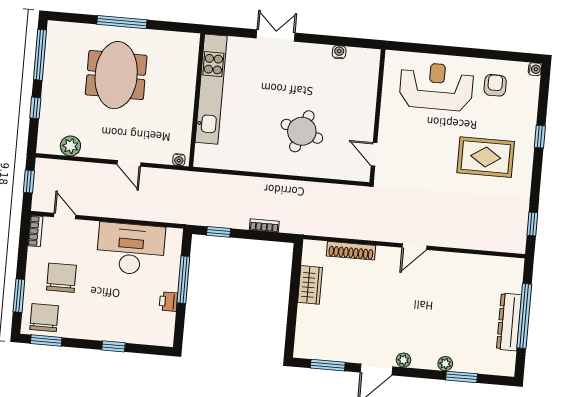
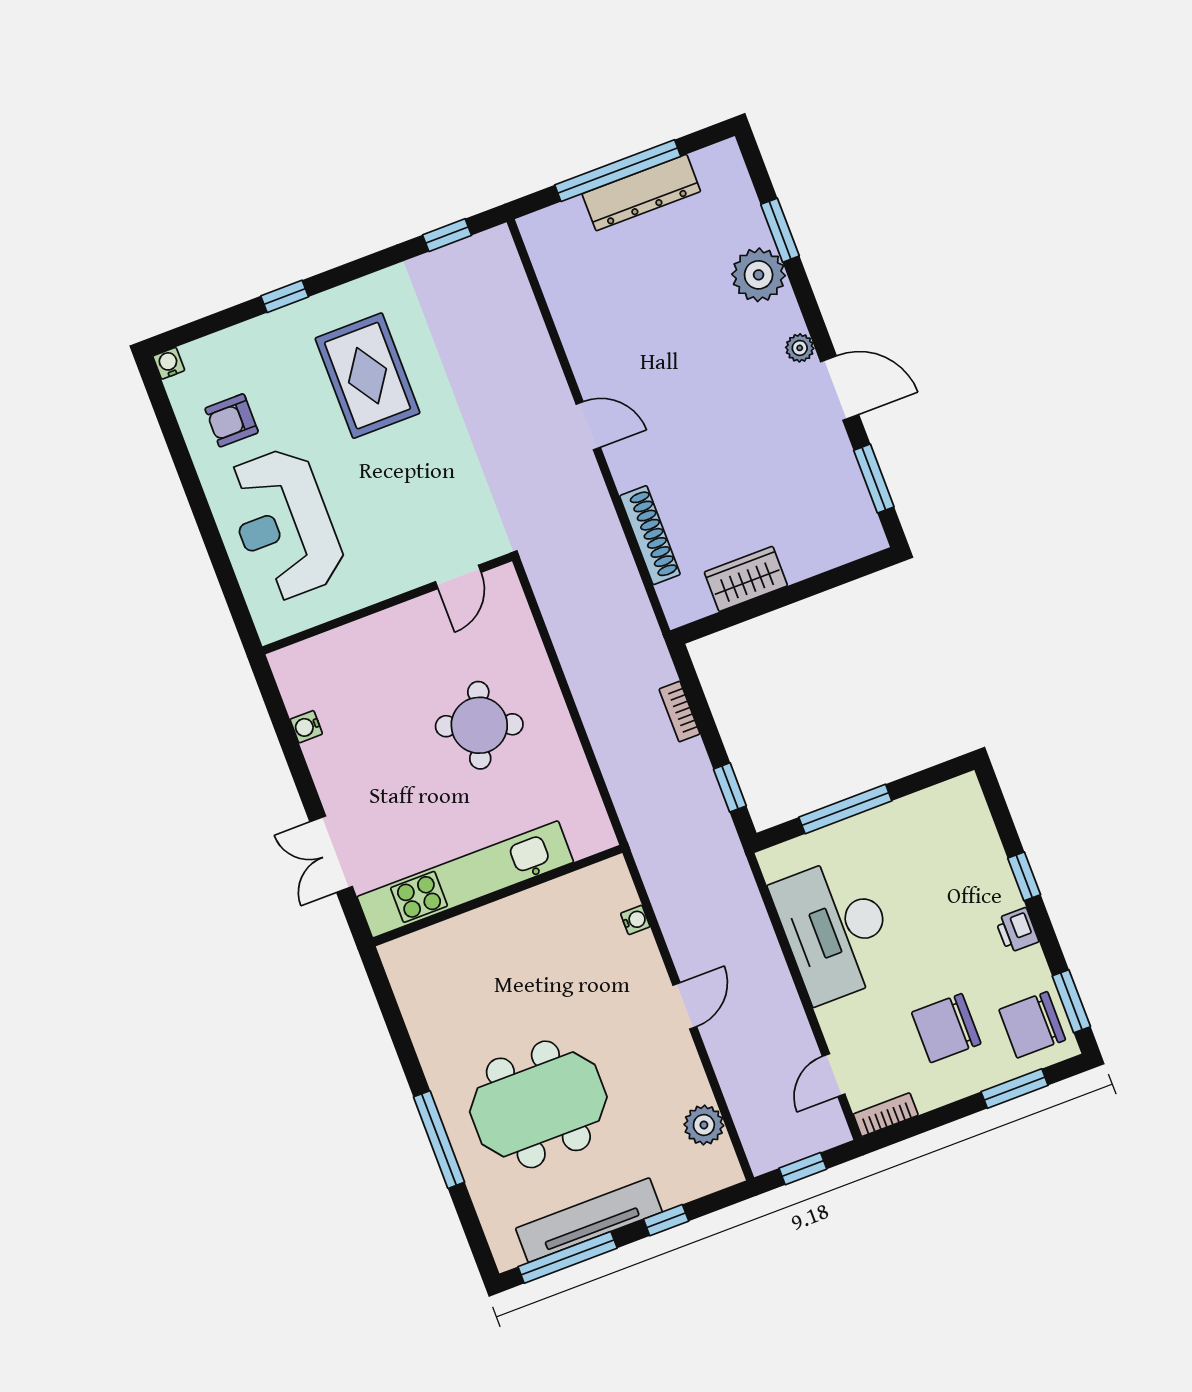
tv unit: (52, 73) -> (589, 1220), added
kitchen unit: (211, 89) -> (465, 879), moved
wall: (197, 100) -> (497, 896), moved
printer: (168, 302) -> (1017, 930), moved, turned 90
plant: (445, 364) -> (759, 275), width x1.88, depth x1.88

